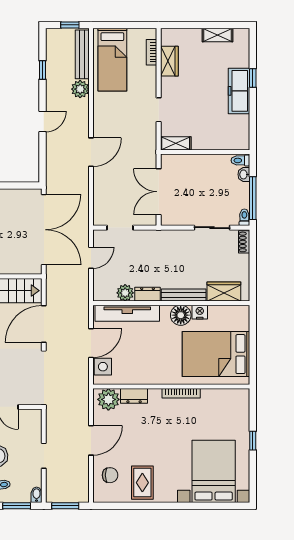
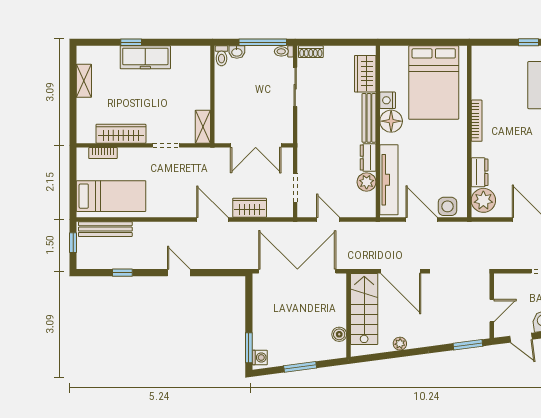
wardrobe: (169, 61) -> (121, 134), width x1.50
plant: (80, 89) -> (143, 231), removed
wardrobe: (102, 186) -> (250, 208), added

